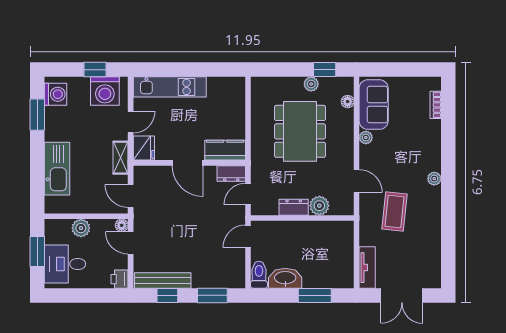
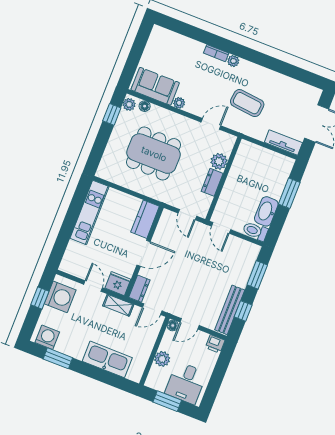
plant: (311, 84) -> (129, 104), moved
kitchen unit: (170, 87) -> (89, 212), moved
bookcase: (436, 105) -> (216, 53), moved
dresser: (231, 174) -> (139, 289), moved

